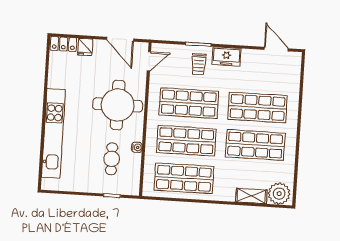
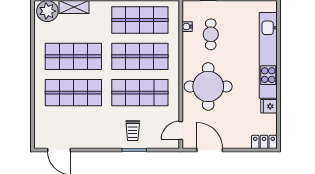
fridge: (85, 47) -> (269, 106), moved, turned -90
freezer: (226, 56) -> (106, 140), removed
trolley: (199, 64) -> (133, 131), turned 180
water cooler: (137, 147) -> (187, 27), moved

